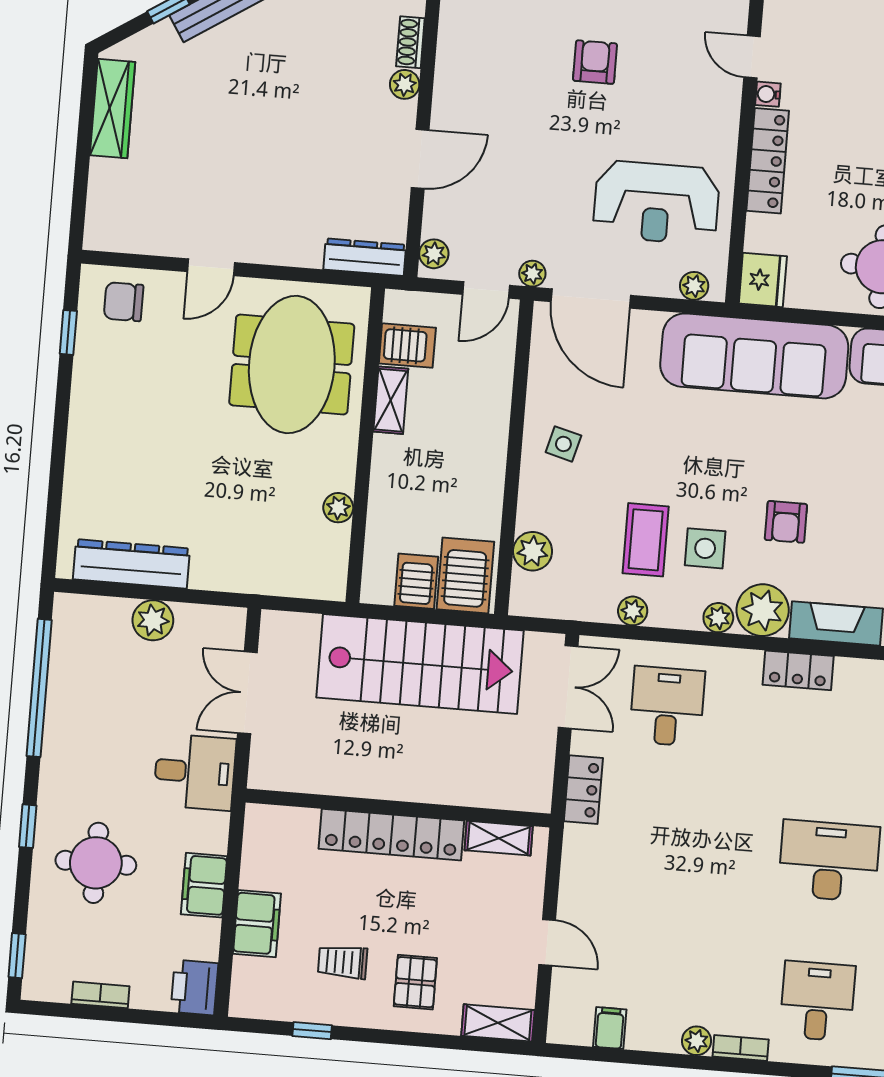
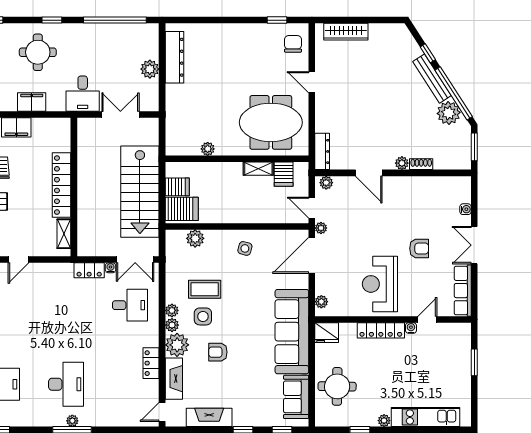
wardrobe: (112, 109) -> (346, 32), moved
reception desk: (656, 202) -> (380, 284), moved
plant: (633, 611) -> (172, 310), moved
water cooler: (582, 742) -> (110, 268), added

